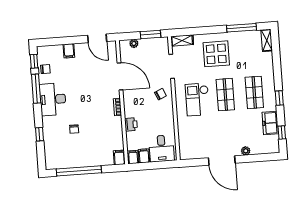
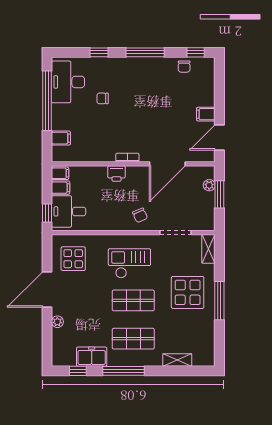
window: (241, 28) -> (219, 301), moved
window: (150, 34) -> (219, 194), moved
shelving: (267, 40) -> (177, 360), moved
filing cabinet: (69, 51) -> (206, 114), moved
window: (36, 89) -> (145, 52), moved
window: (279, 98) -> (123, 371), width x2.17
desk: (53, 99) -> (68, 82), moved, turned -90
printer: (131, 124) -> (116, 174), moved
display table: (197, 142) -> (73, 259), added
filing cabinet: (119, 157) -> (61, 138), moved
window: (164, 165) -> (47, 213), added

